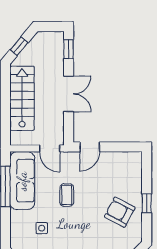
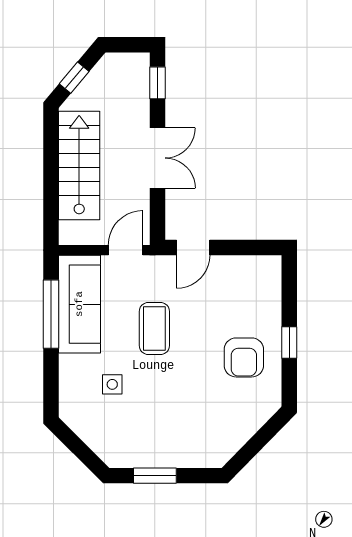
door: (50, 148) -> (126, 250), swing flipped
coffee table: (67, 195) -> (154, 328), width x1.36, depth x1.30
armchair: (120, 212) -> (244, 357), turned -118

